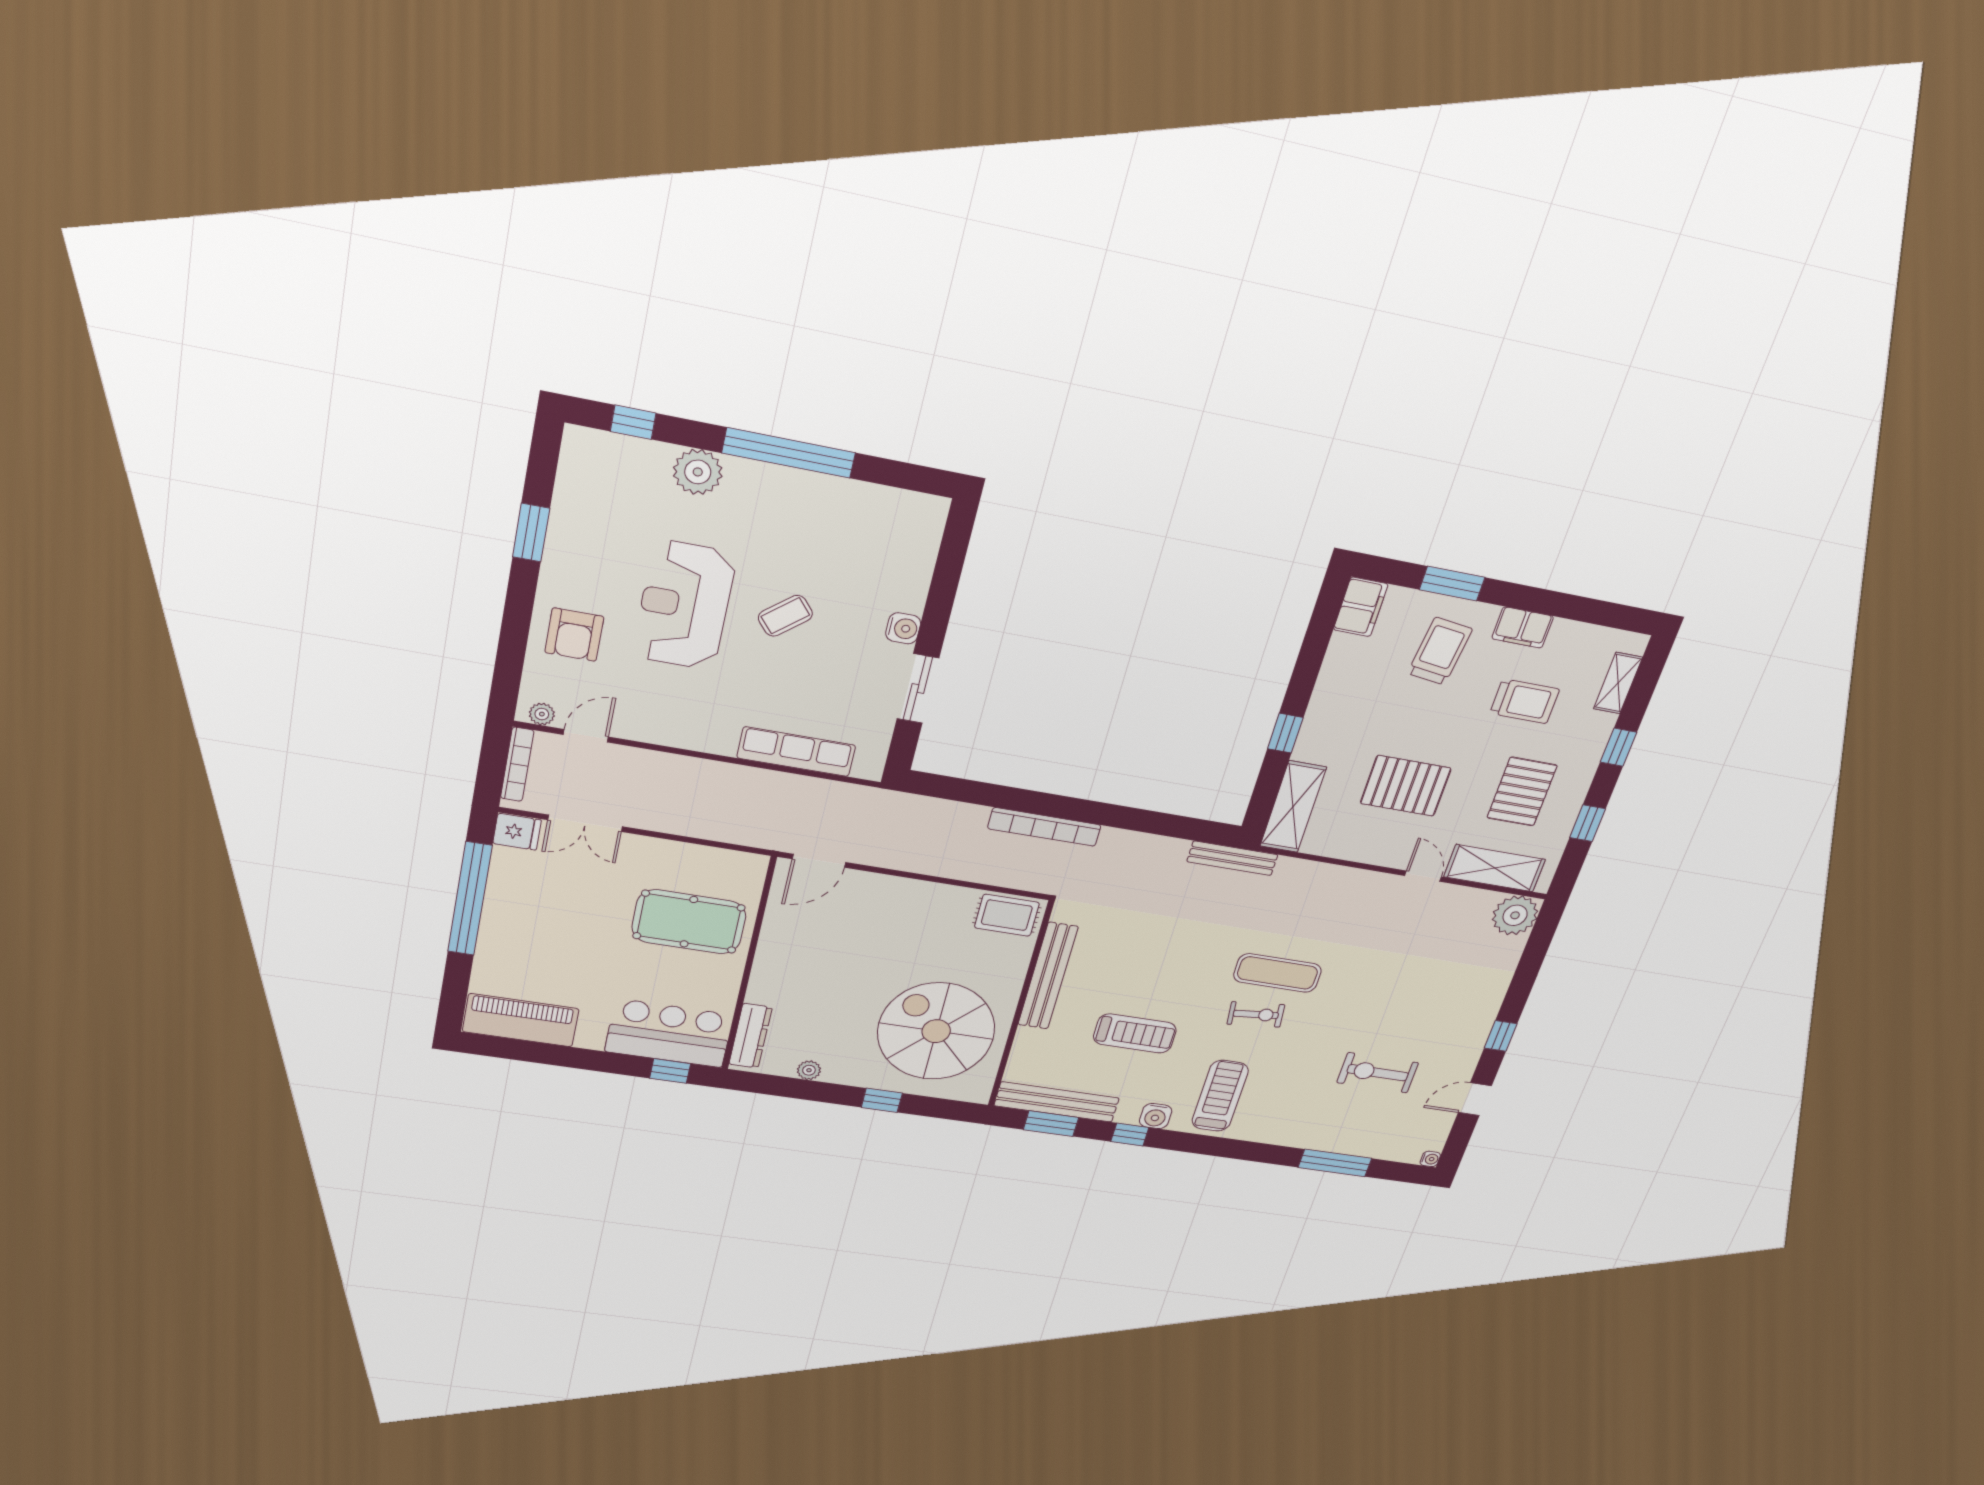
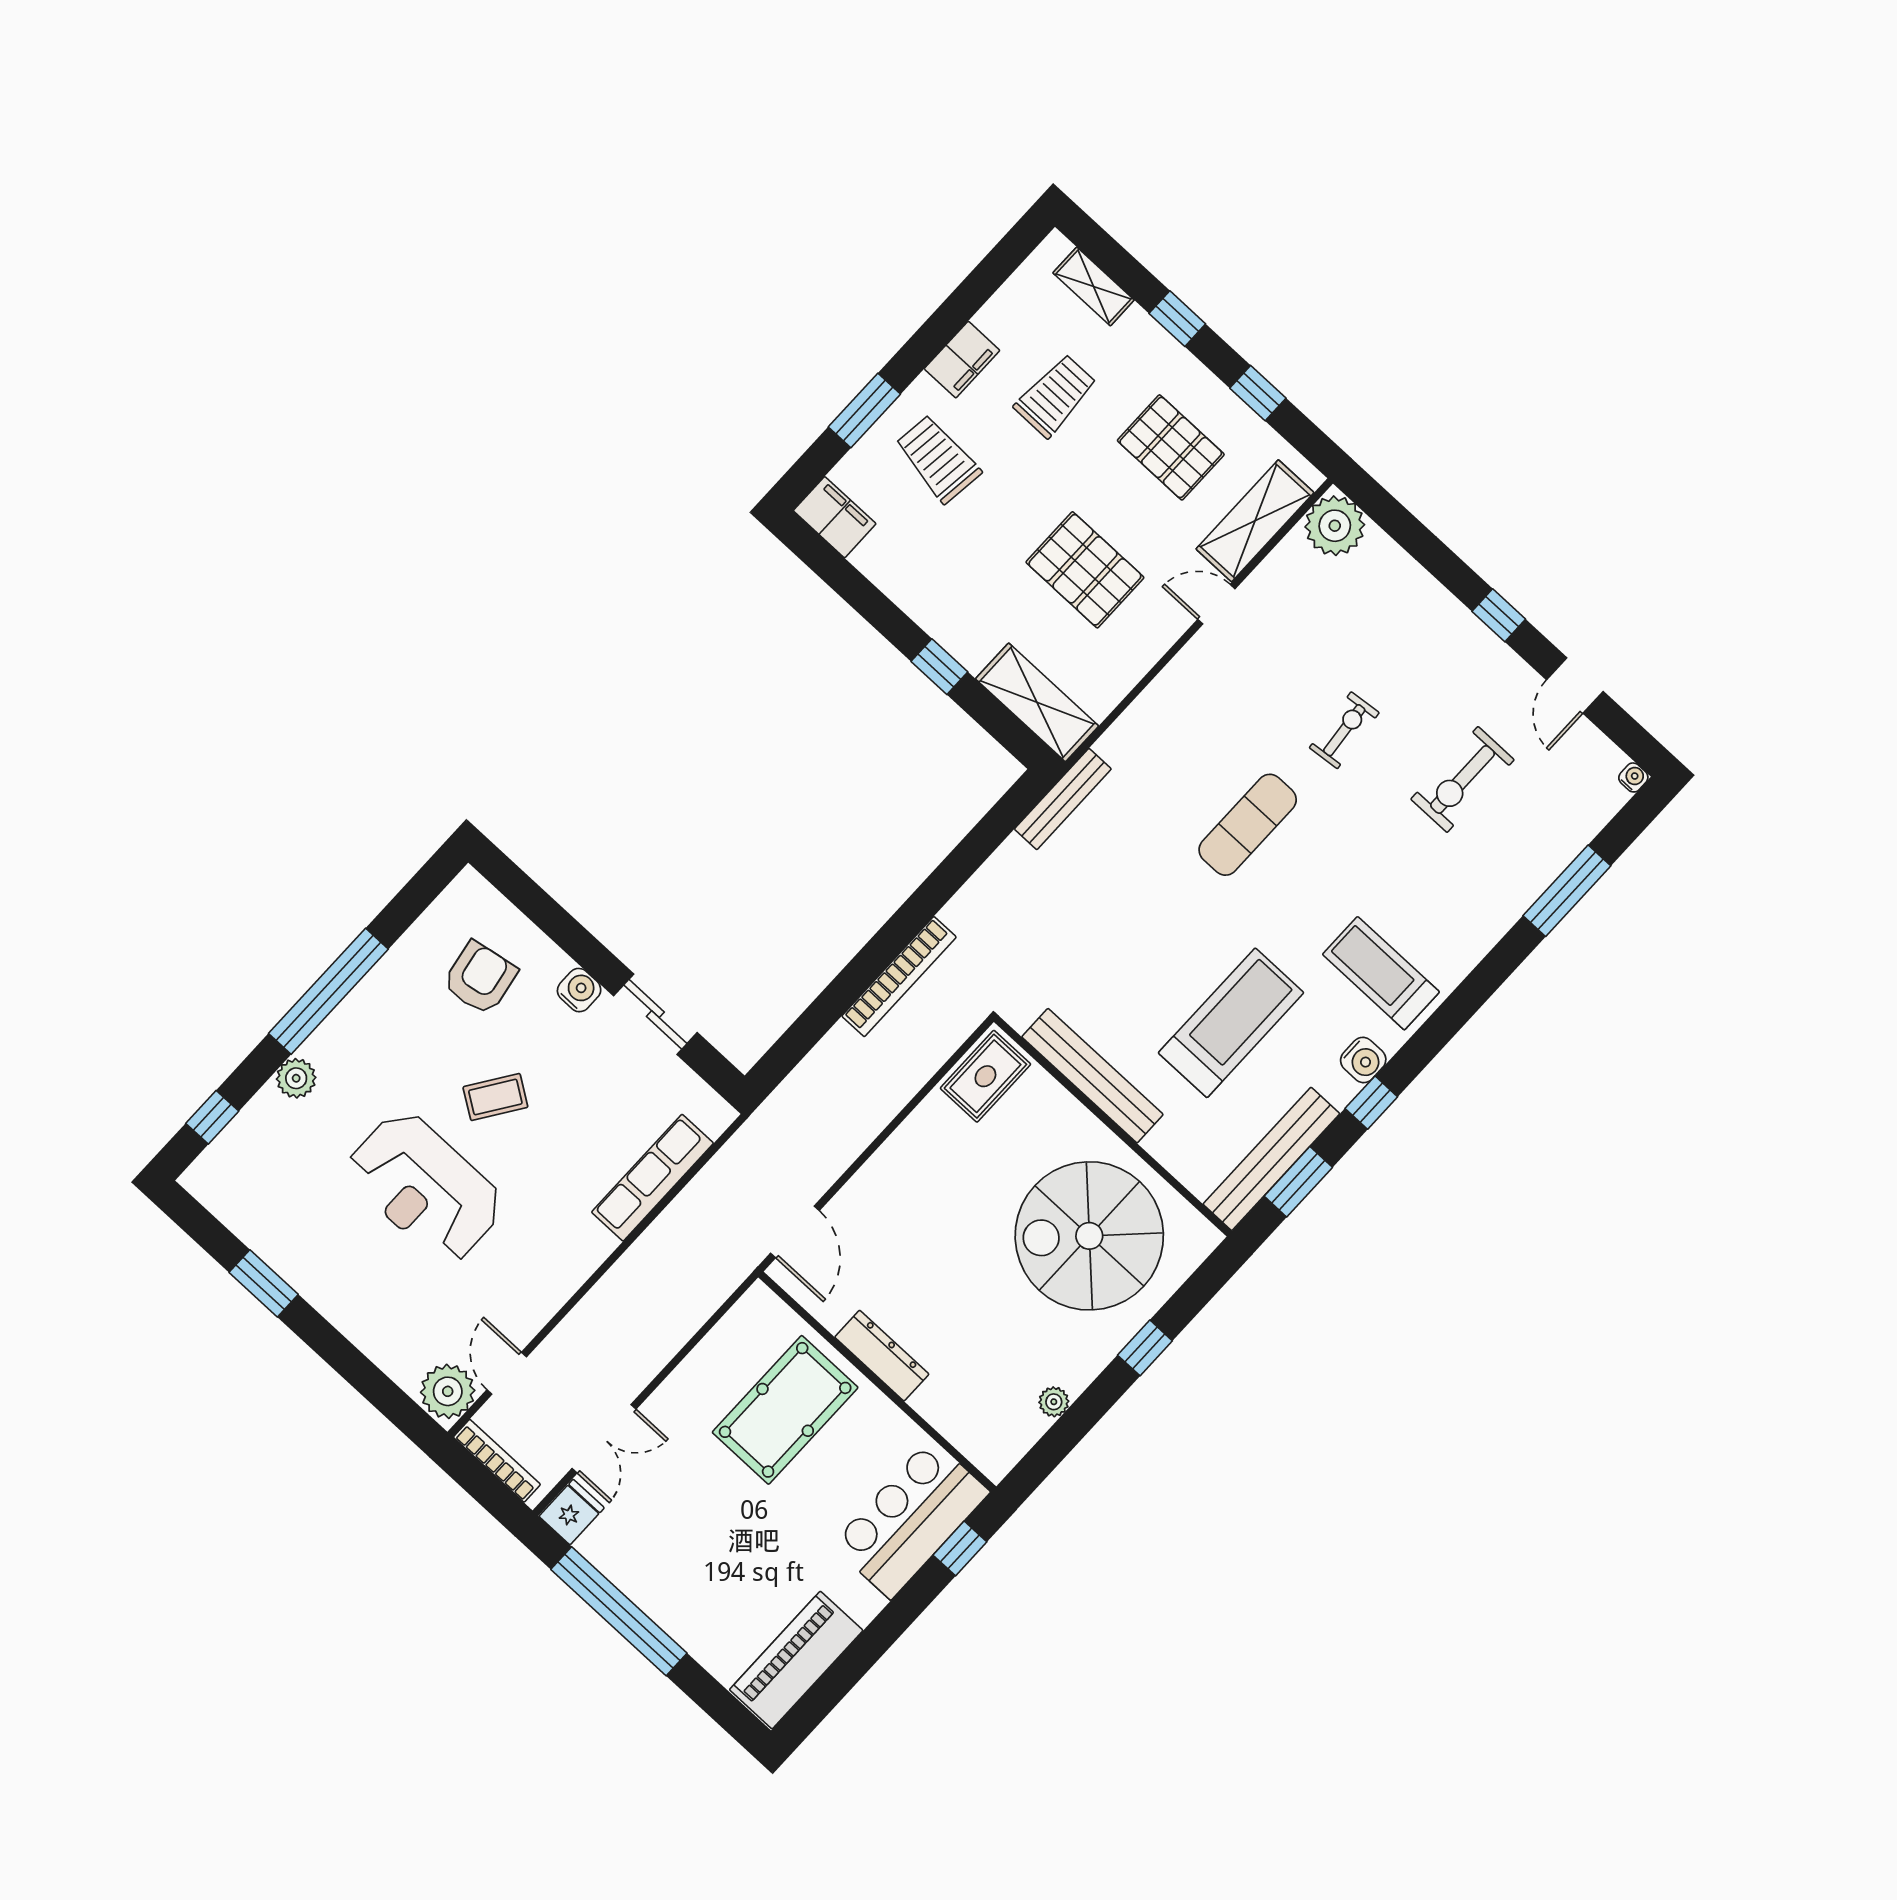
plant: (698, 472) -> (296, 1078), width x0.73, depth x0.73
coffee table: (785, 616) -> (495, 1097), turned 74
armchair: (574, 635) -> (480, 978), moved, turned -100
plant: (542, 714) -> (448, 1391), width x1.88, depth x1.88
pallet: (1406, 786) -> (1085, 570), turned 90
exercise bike: (1256, 1014) -> (1344, 730), moved
treadmill: (1135, 1033) -> (1231, 1023), width x1.37, depth x1.38
dresser: (750, 1036) -> (882, 1356), moved

